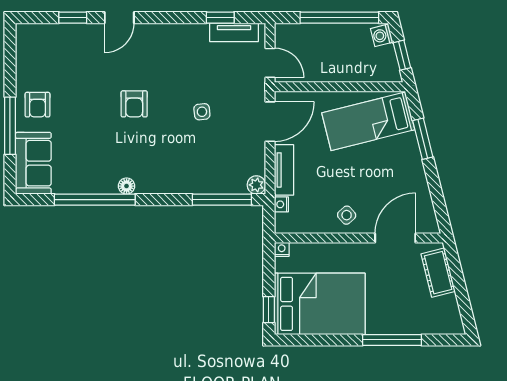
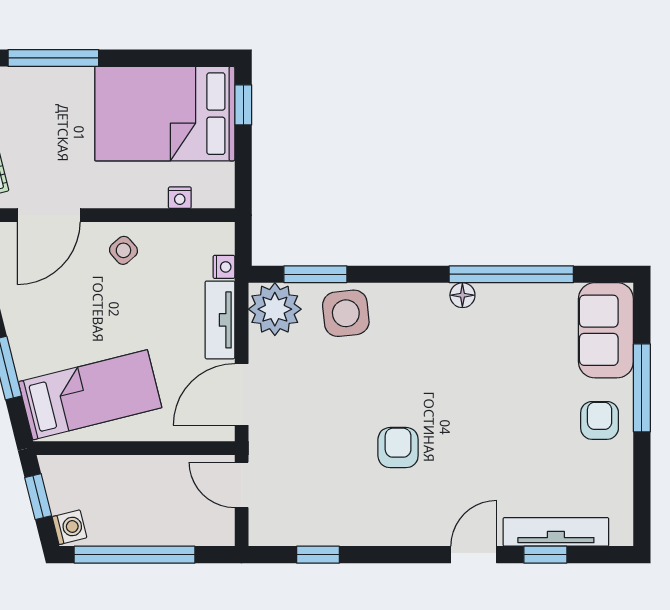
tv unit: (234, 32) -> (556, 532), moved, width x1.41
armchair: (134, 104) -> (398, 448), moved
side table: (202, 112) -> (346, 313), moved, width x1.87, depth x1.87
plant: (256, 185) -> (275, 309), width x1.87, depth x1.87
window: (222, 200) -> (315, 274), width x0.69
nightstand: (282, 249) -> (180, 198), moved

